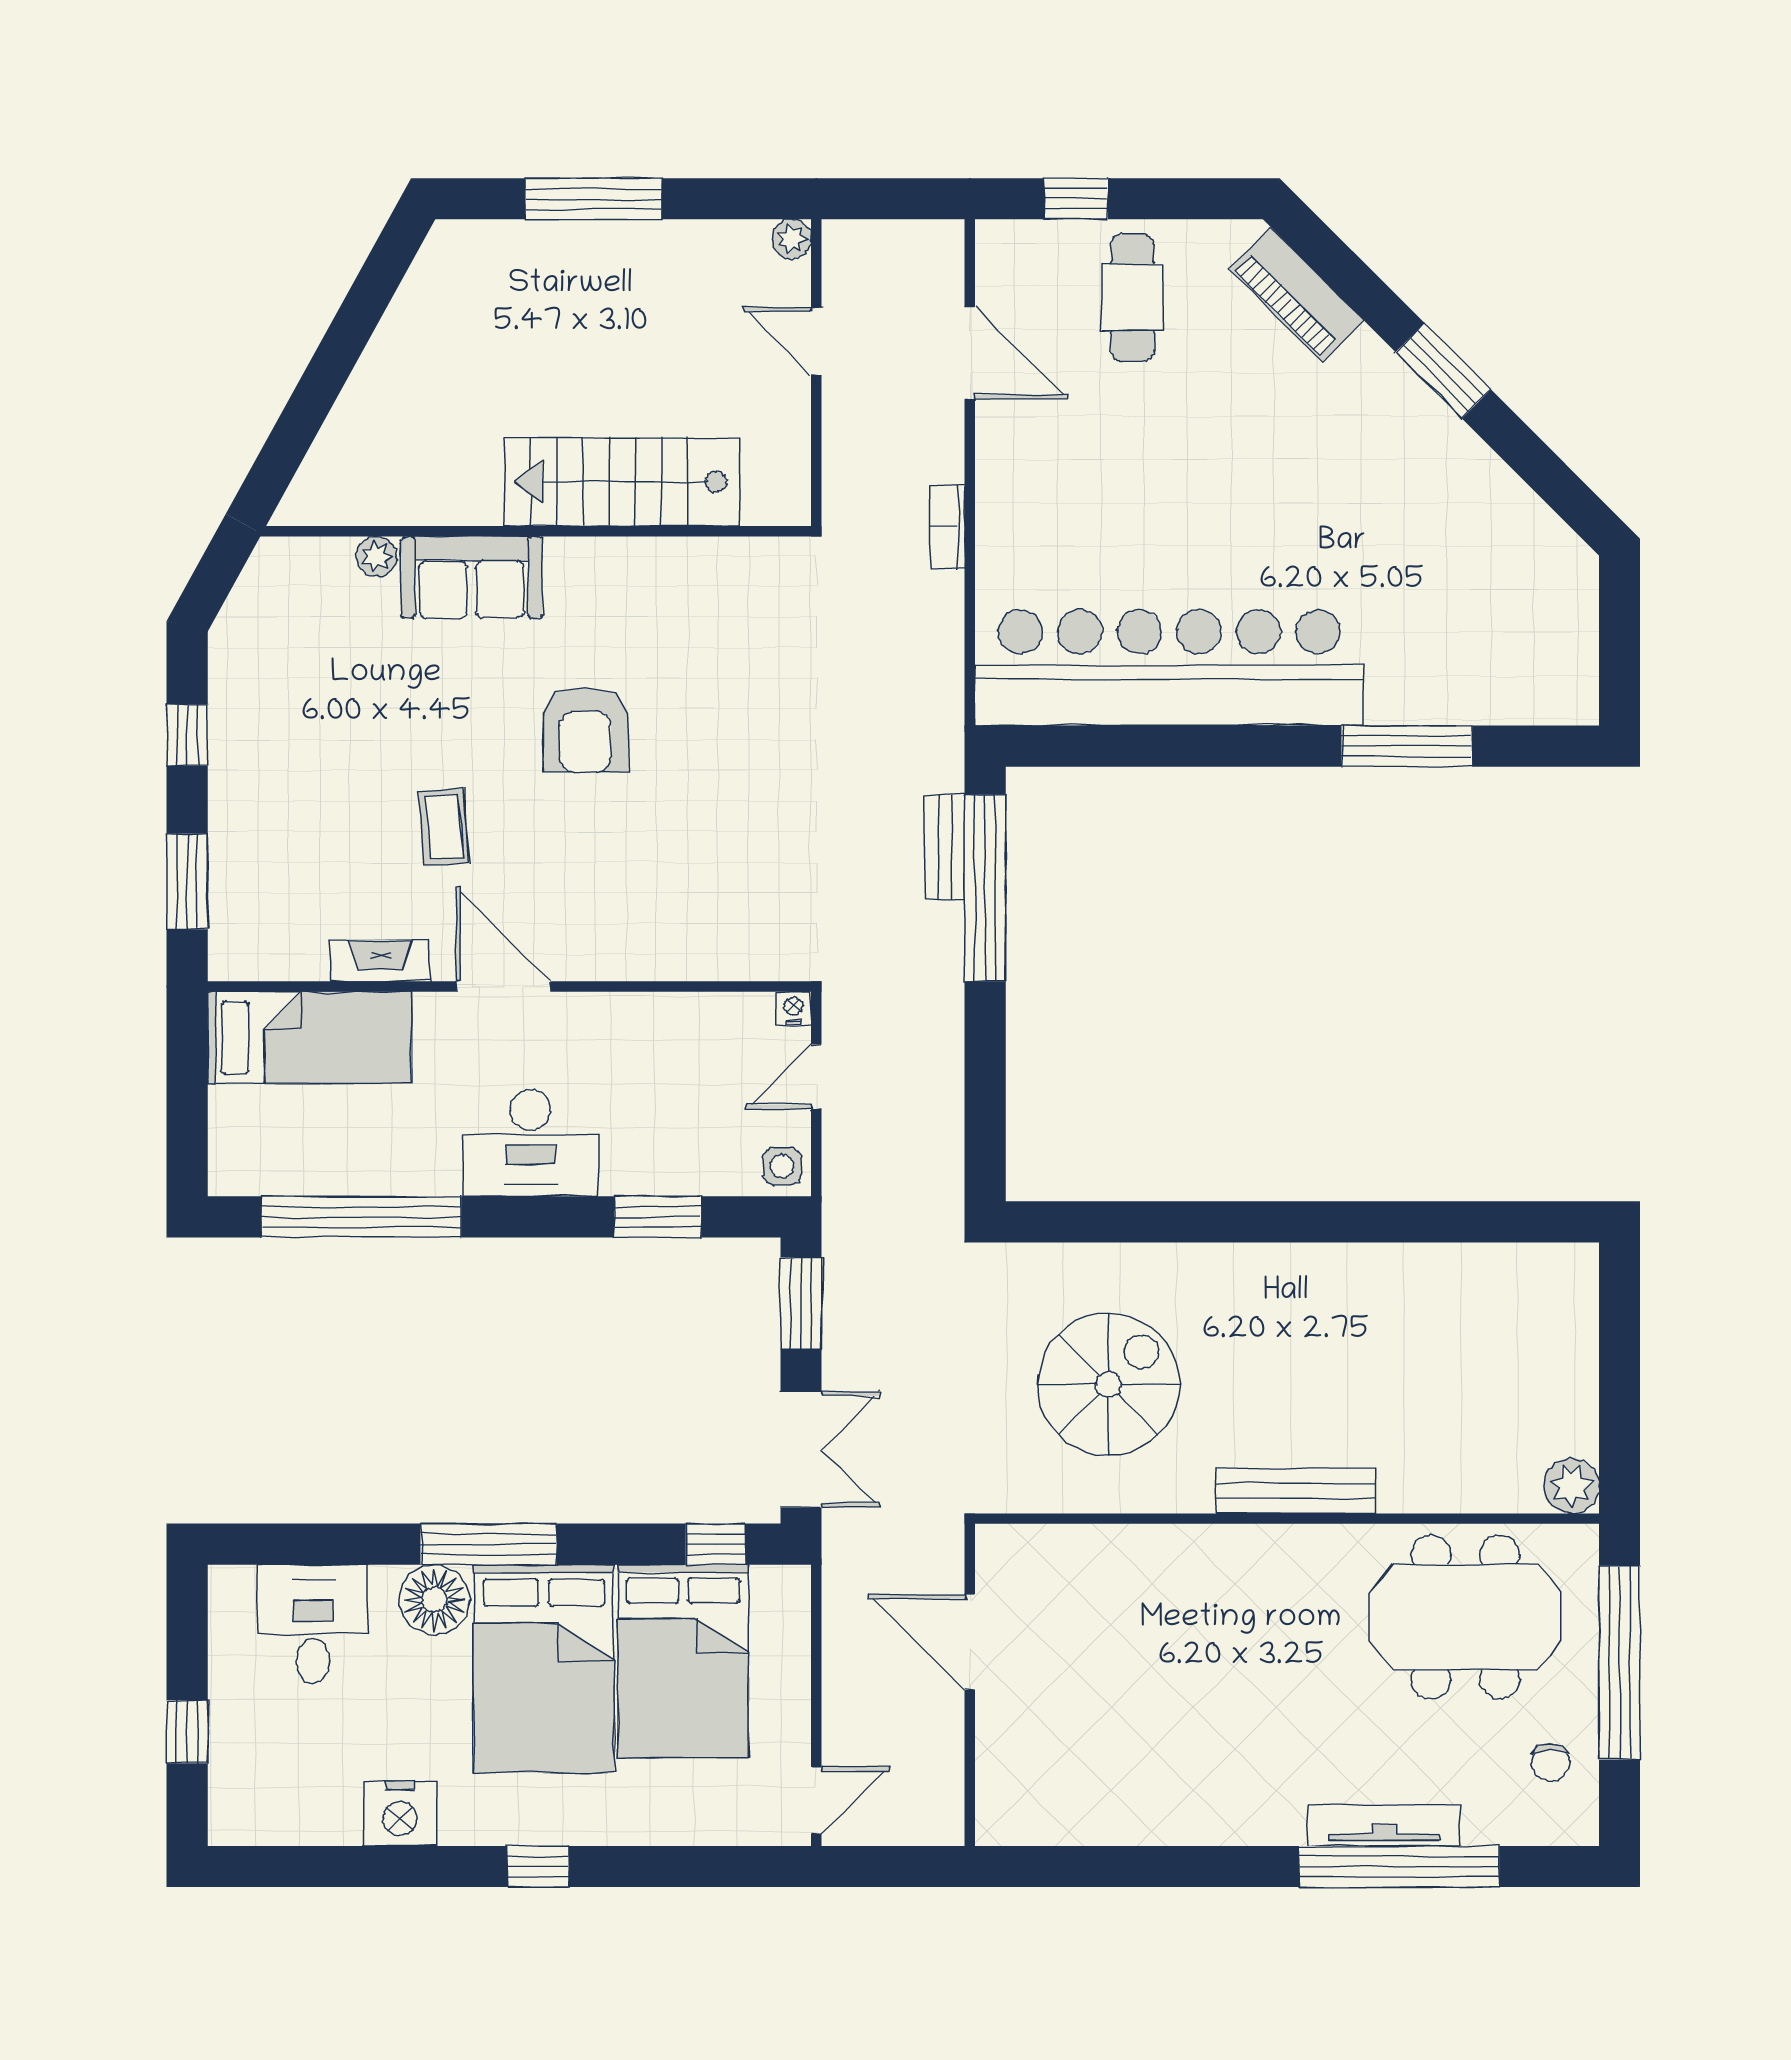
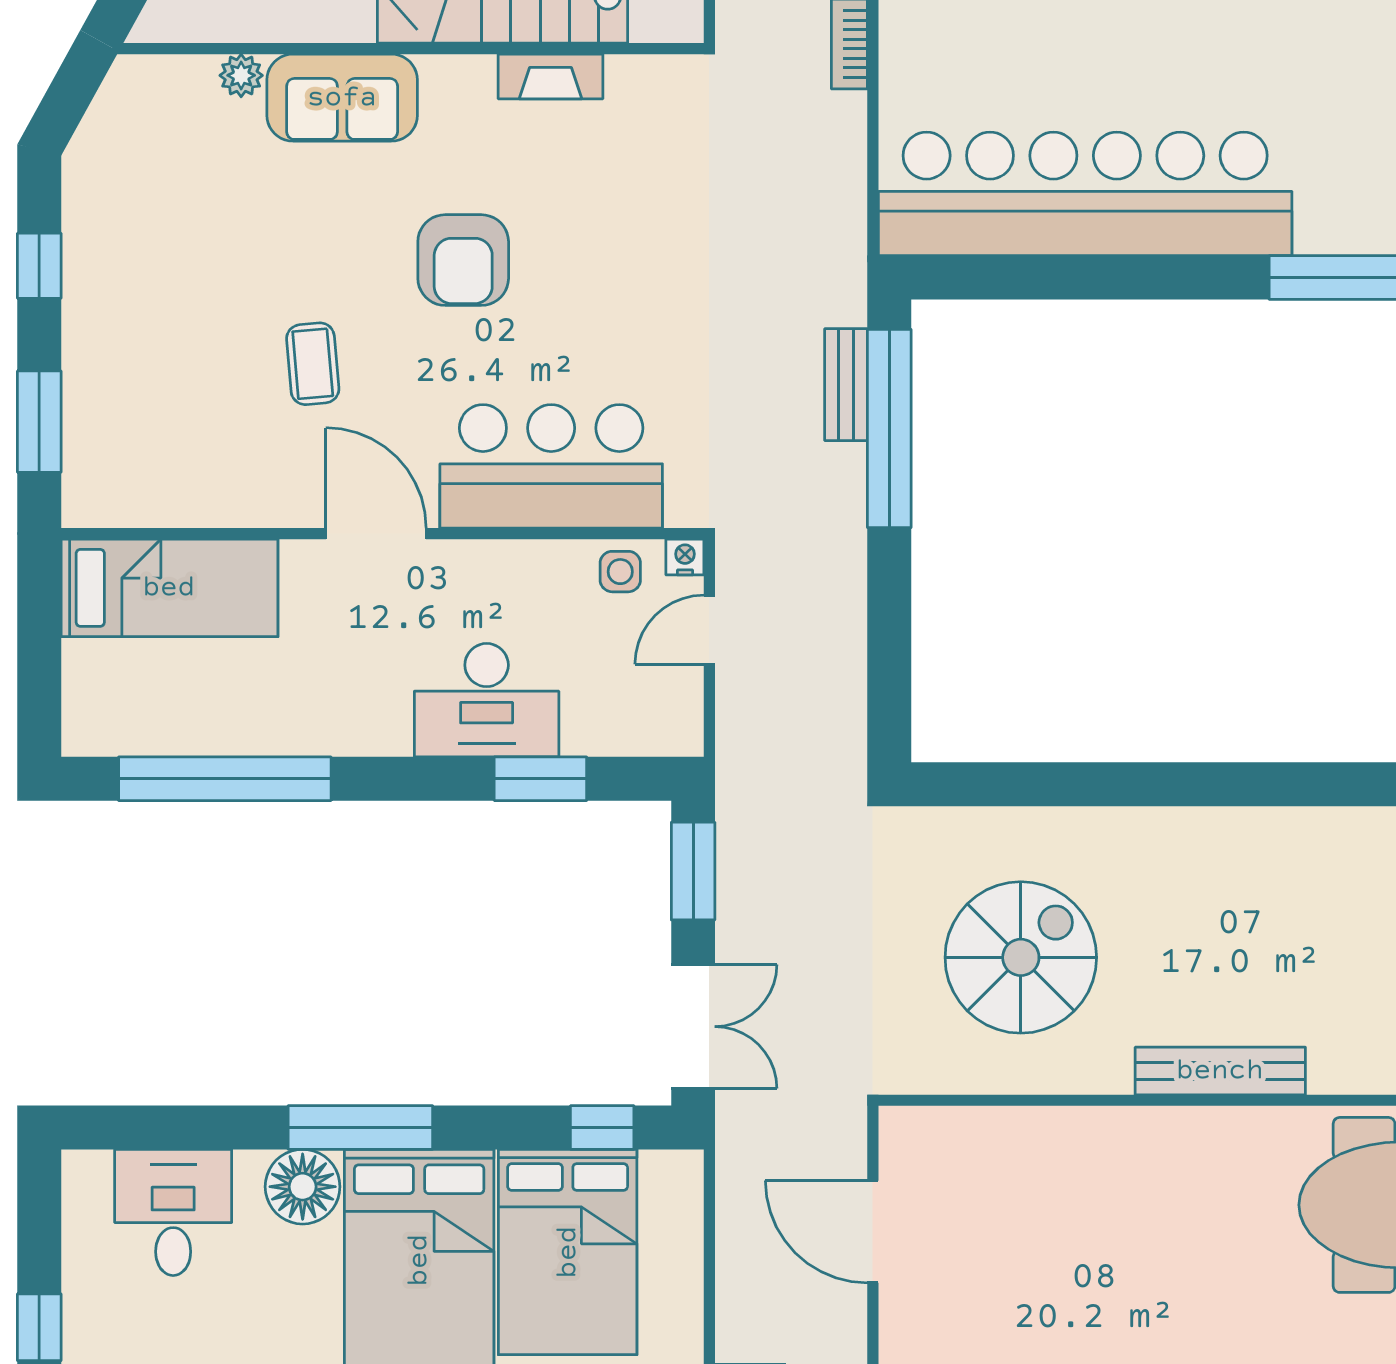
bar counter: (668, 923) -> (551, 466), added
fireplace: (380, 961) -> (551, 76), moved, turned 180
desk: (530, 1143) -> (487, 700), moved
side table: (782, 1166) -> (620, 572), moved

